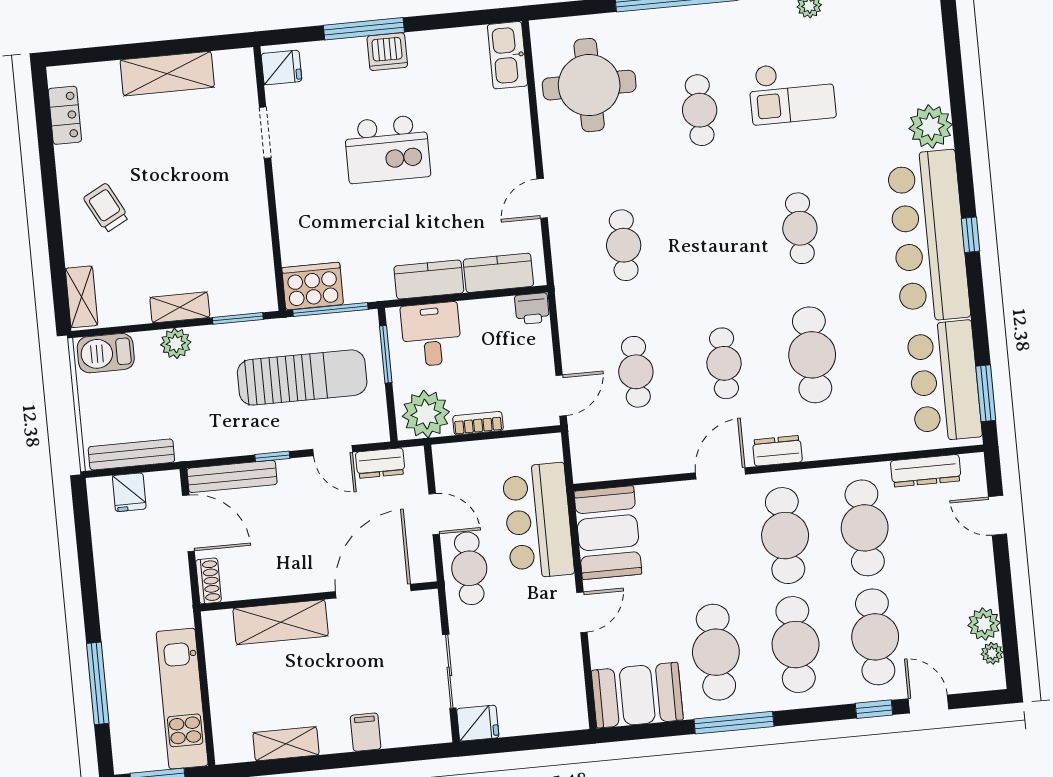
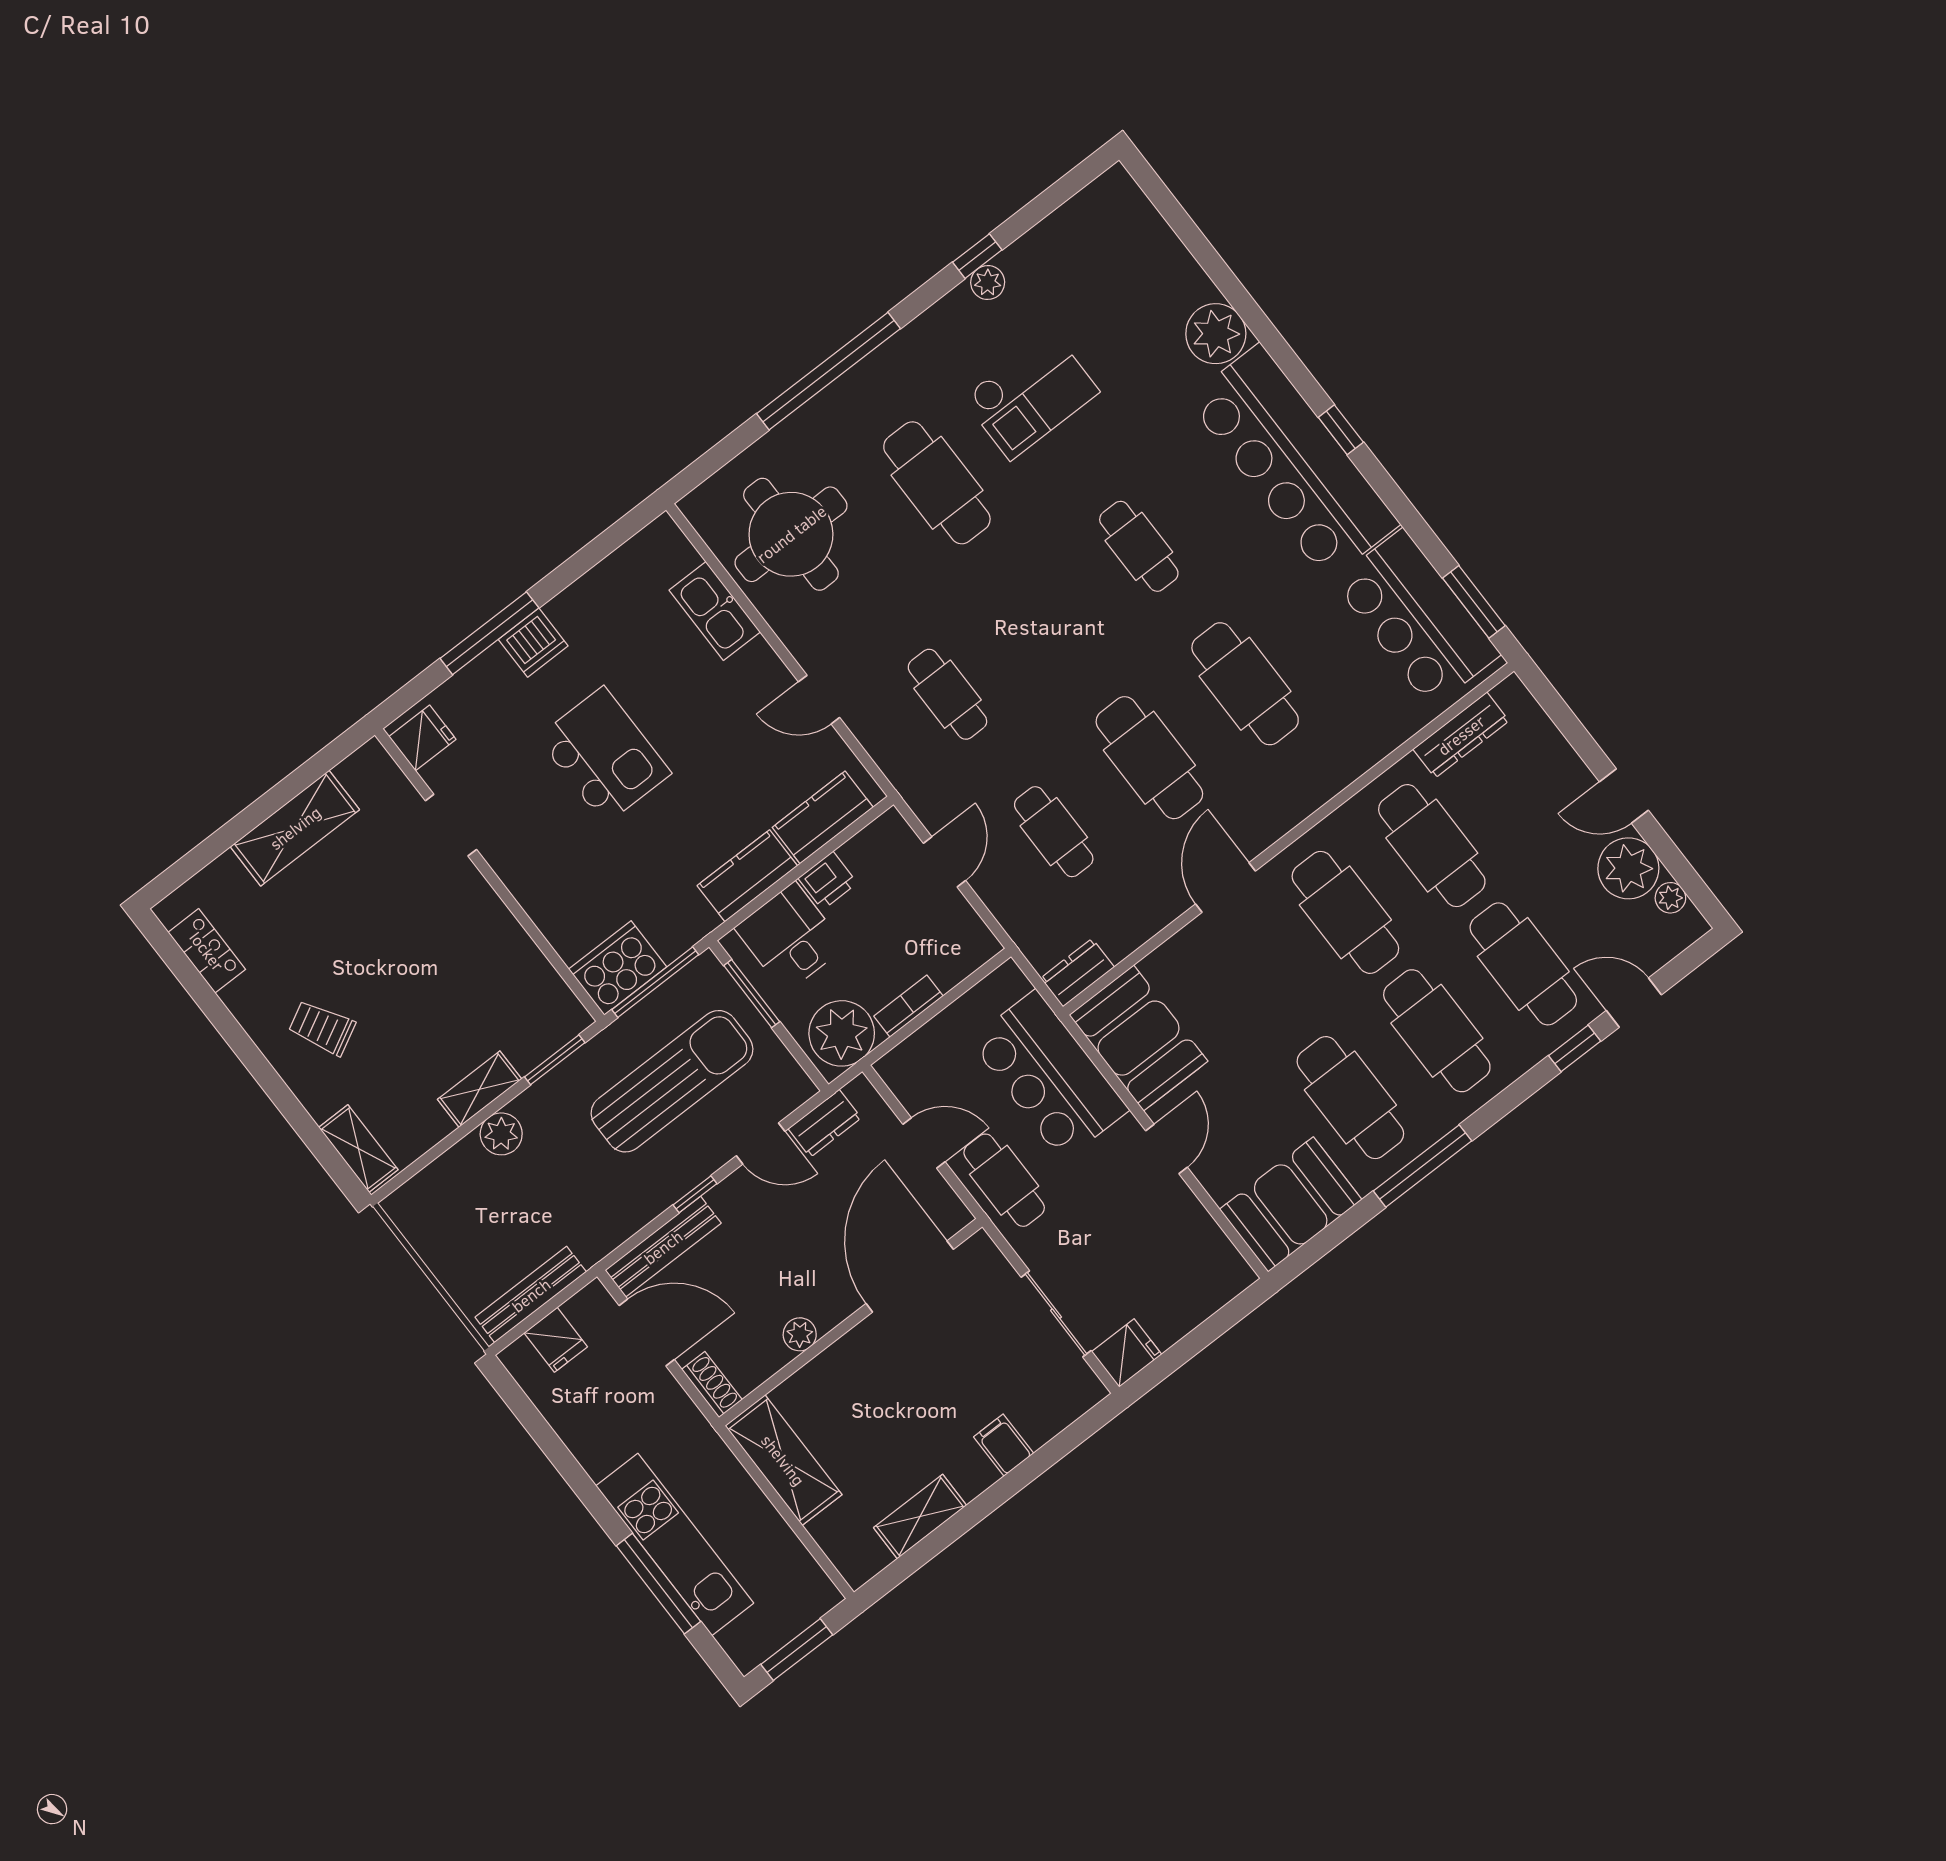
kitchen sink: (507, 55) -> (715, 611), moved
cafe table: (700, 110) -> (937, 483), width x1.37, depth x1.35
kitchen island: (387, 149) -> (604, 755), turned -90
door: (542, 198) -> (819, 700), hinge flipped
printer: (532, 309) -> (828, 881), moved
barbecue: (106, 353) -> (427, 1196), removed
cafe table: (724, 363) -> (1149, 758), width x1.37, depth x1.35
door: (561, 396) -> (945, 862), moved
dresser: (777, 451) -> (1078, 973), moved
door: (998, 515) -> (1624, 796), moved
plant: (283, 584) -> (800, 1334), added
shelving: (281, 622) -> (783, 1460), moved, turned 90
plant: (984, 624) -> (1628, 868), width x1.36, depth x1.36
kitchen unit: (182, 699) -> (675, 1544), moved, turned 180

